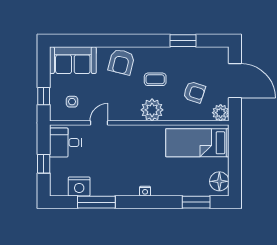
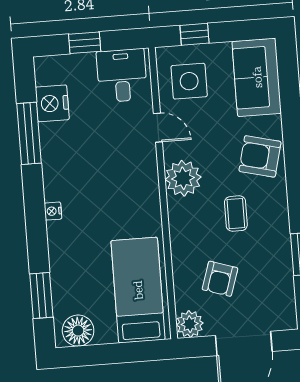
side table: (72, 102) -> (189, 81), width x1.87, depth x1.87
plant: (152, 110) -> (183, 178), moved

